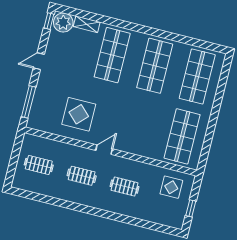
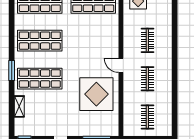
plant: (63, 23) -> (23, 126), removed
window: (129, 26) -> (12, 70), added
display table: (79, 114) -> (96, 94), width x1.36, depth x1.36

